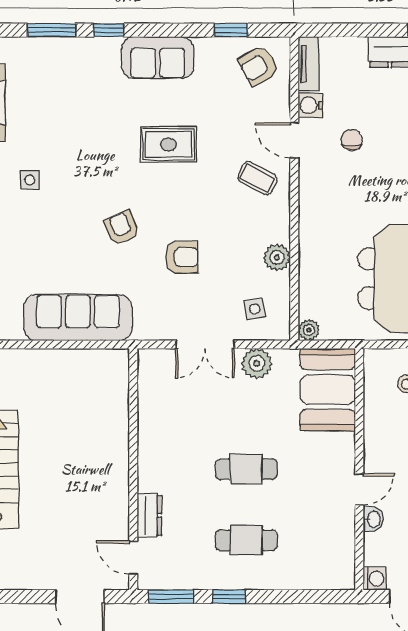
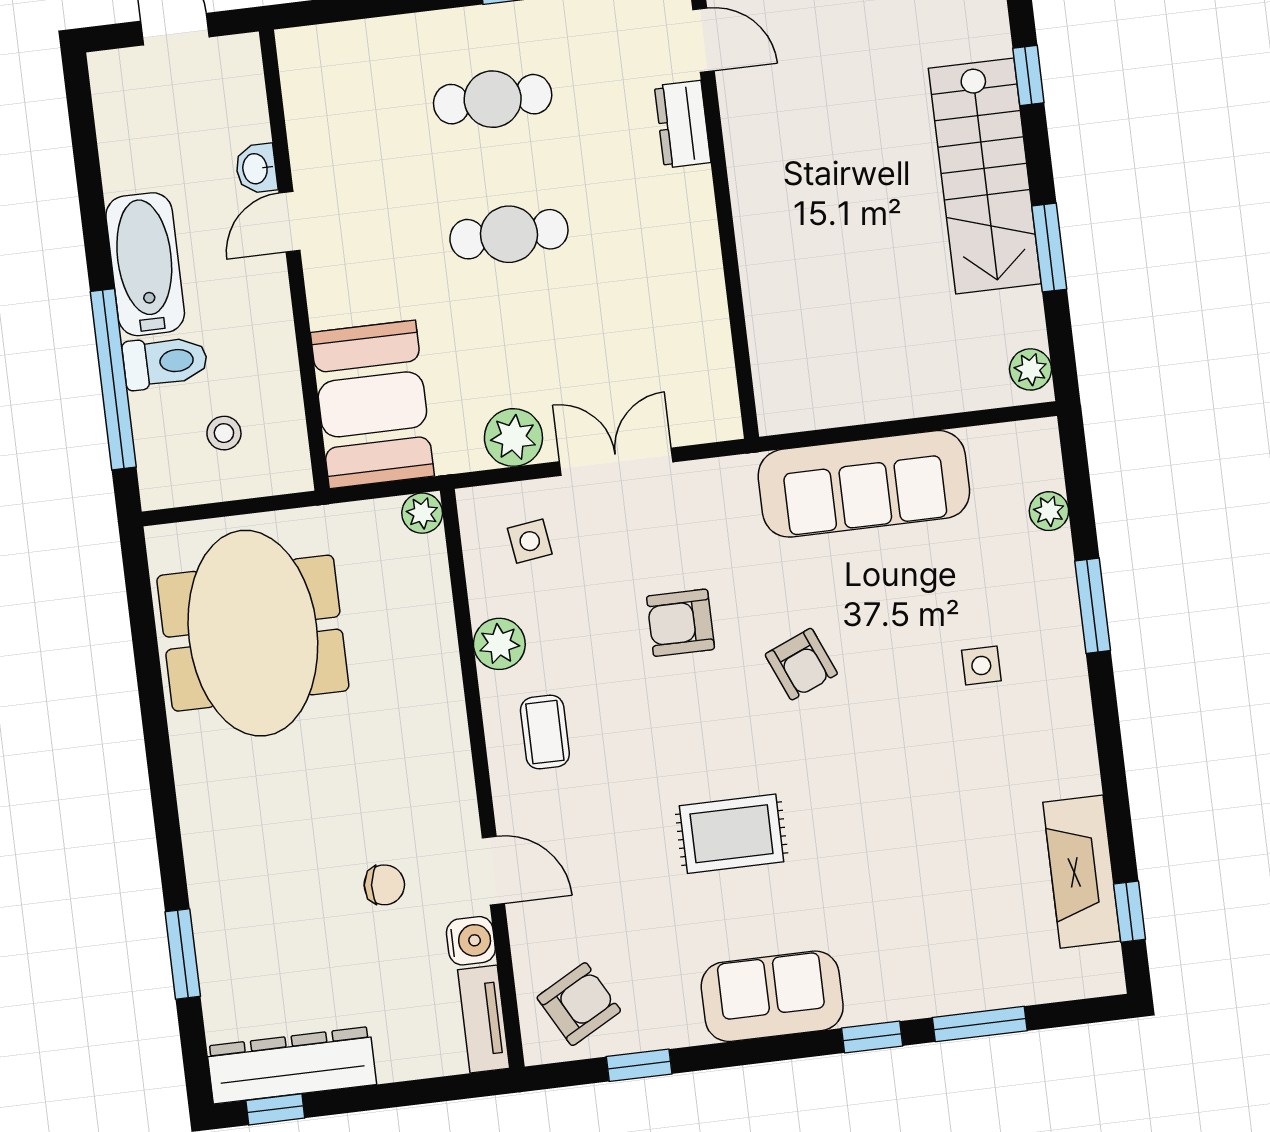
chair: (352, 140) -> (384, 885), turned -84
coffee table: (257, 178) -> (545, 732), moved, turned 62
side table: (30, 180) -> (981, 666), moved
washing machine: (375, 579) -> (240, 56), removed

